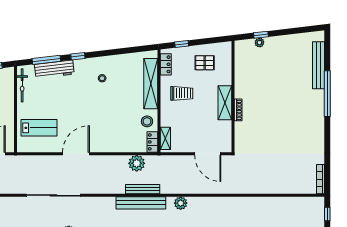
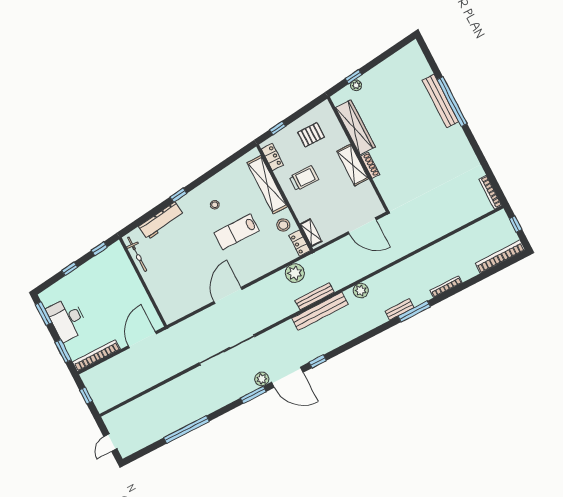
window: (46, 60) -> (148, 216), removed
bench: (318, 65) -> (440, 101), moved
wardrobe: (242, 75) -> (355, 127), added
lab bench: (39, 128) -> (237, 232), moved, turned 180

